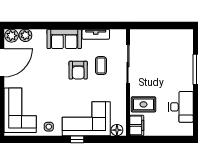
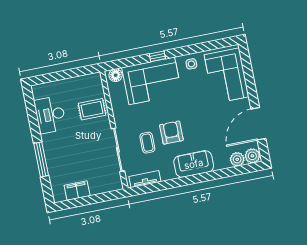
tv unit: (96, 34) -> (145, 179), moved
filing cabinet: (137, 125) -> (77, 191), moved, turned 90

